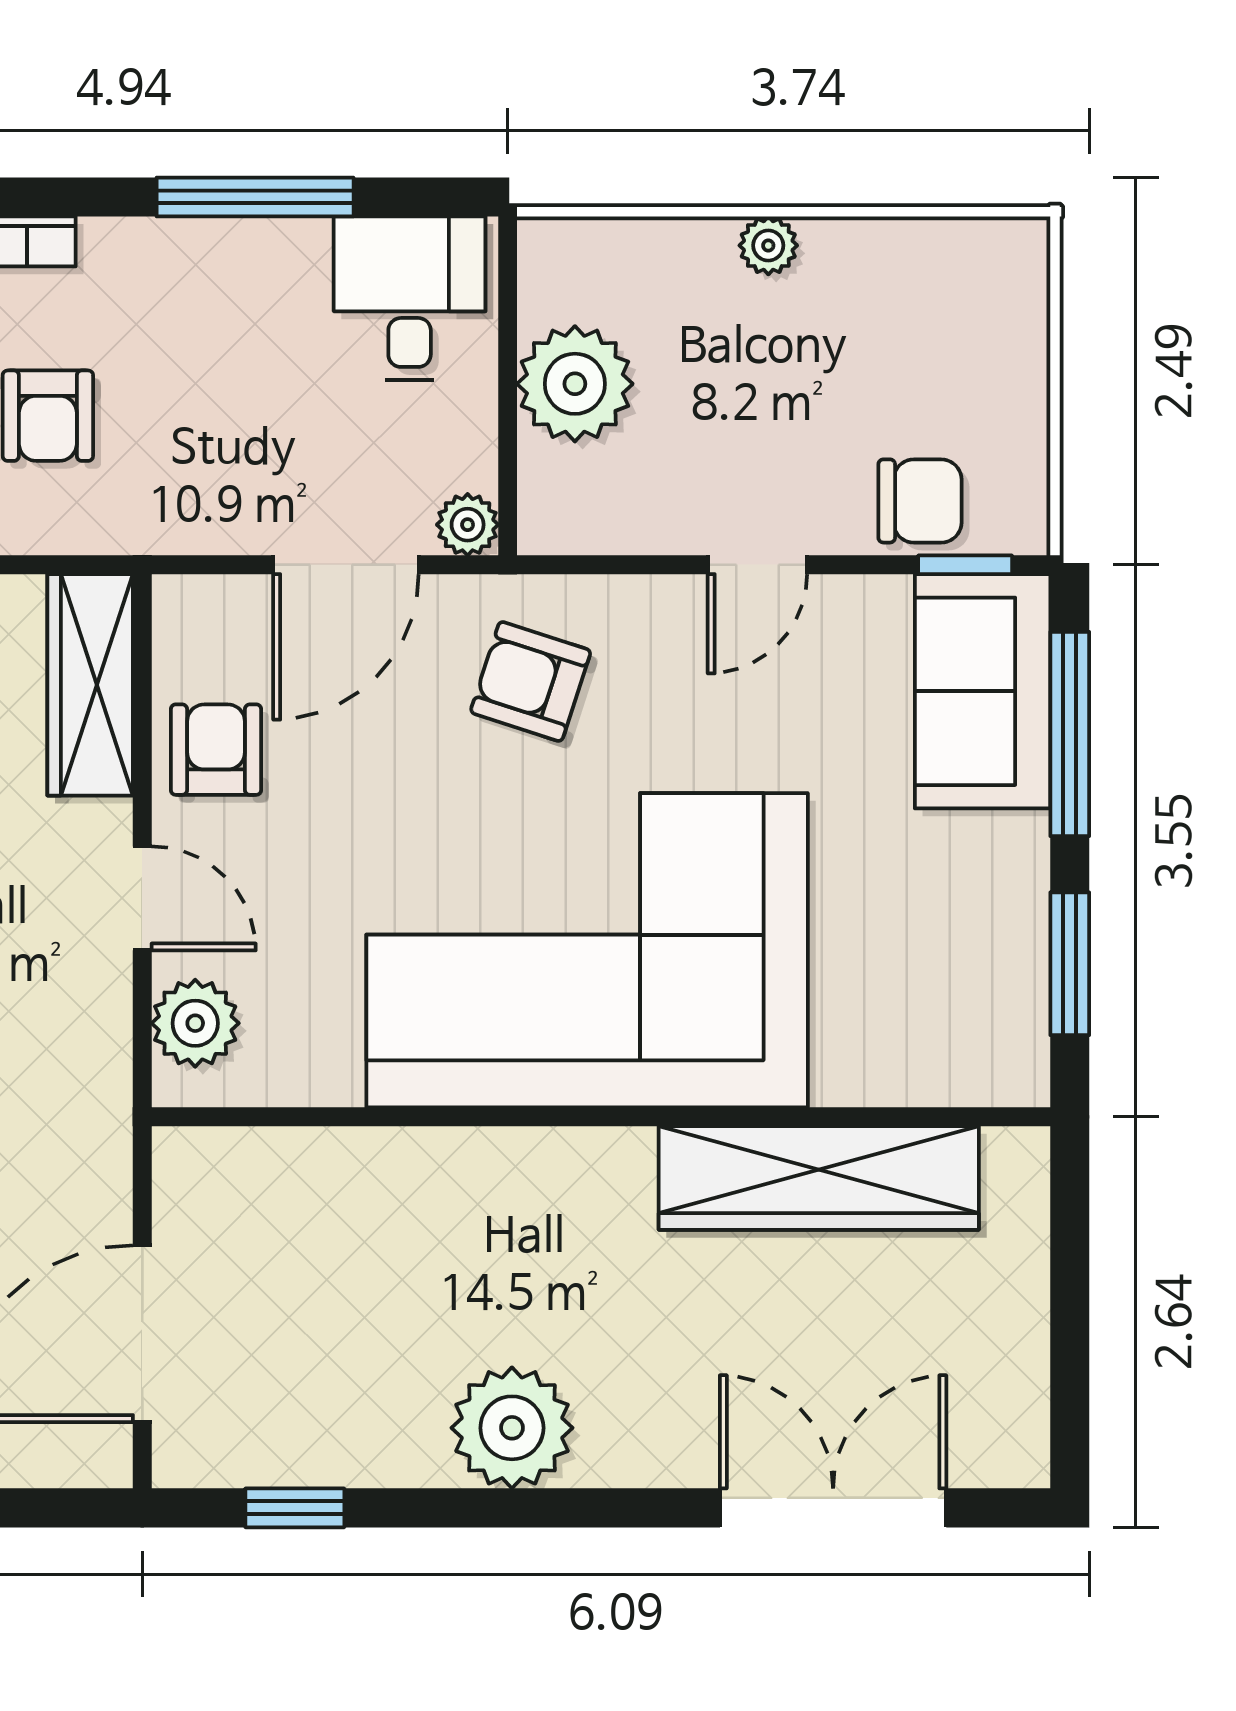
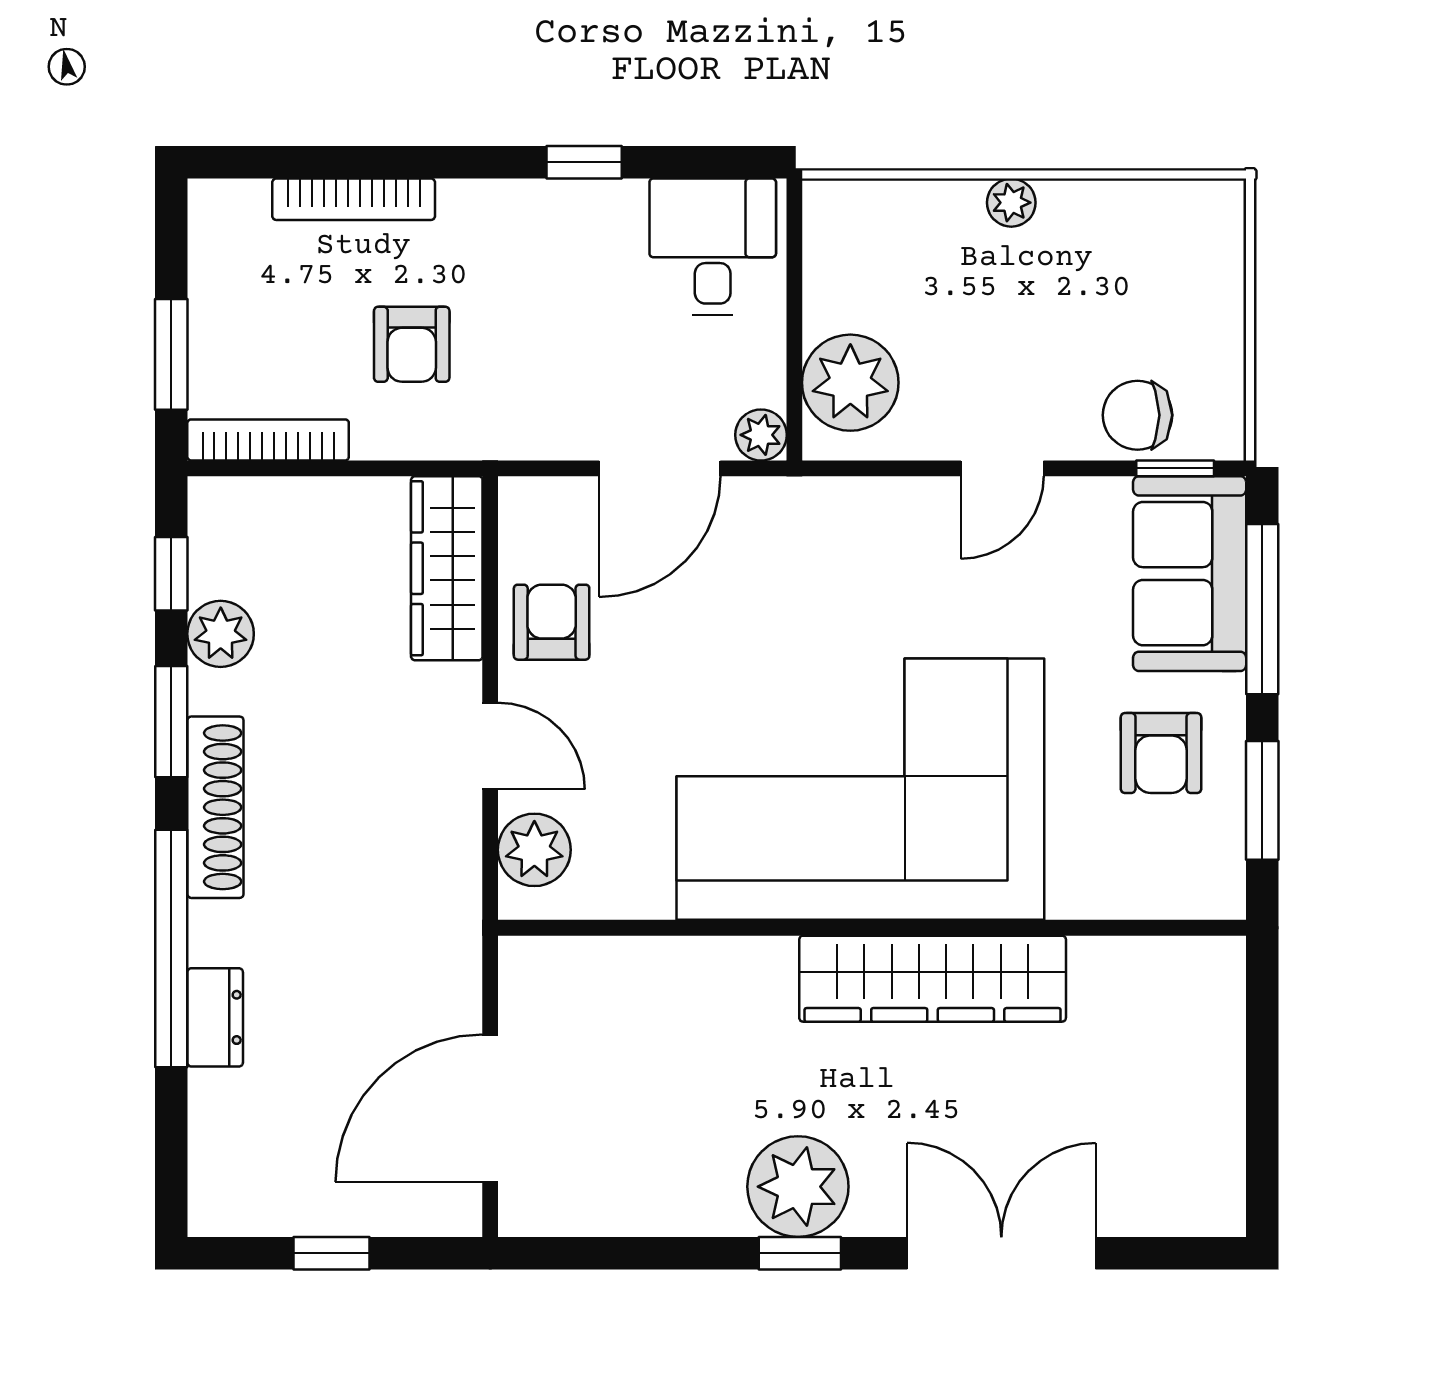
window: (255, 197) -> (584, 162), width x0.46
plant: (575, 384) -> (850, 383), moved
chair: (920, 501) -> (1137, 415), turned 180
armchair: (531, 681) -> (1161, 753), moved, turned -108
wardrobe: (819, 1178) -> (933, 979), moved
window: (295, 1508) -> (800, 1253), moved
double door: (833, 1508) -> (1001, 1253), moved

